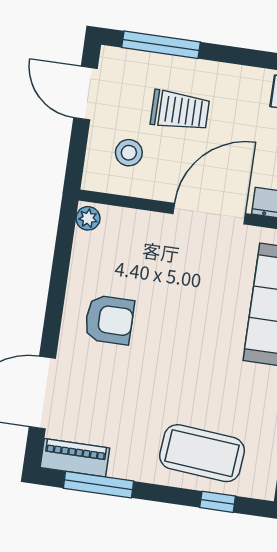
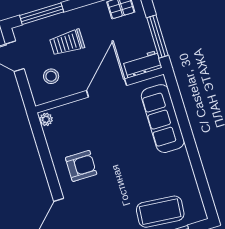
trolley: (180, 111) -> (67, 43), turned 180

